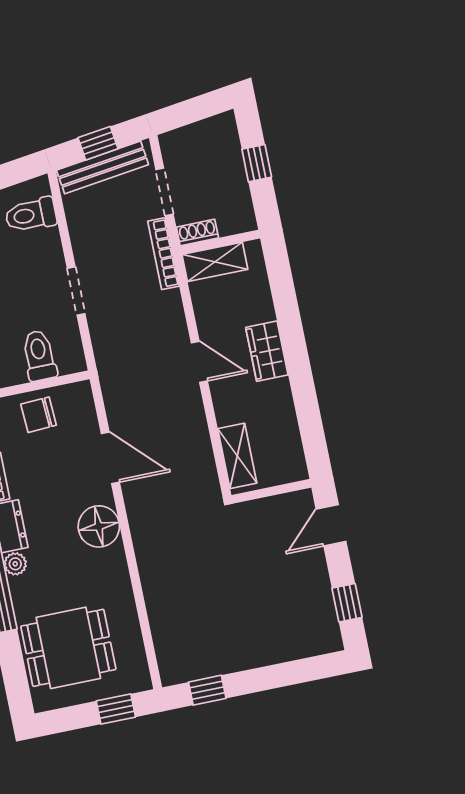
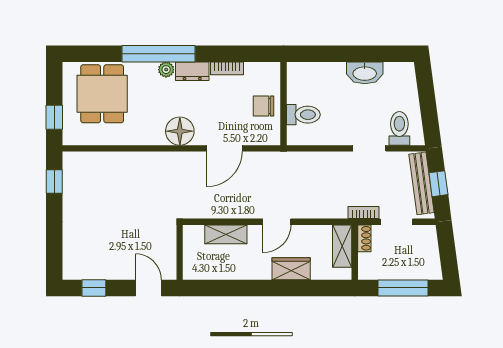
window: (257, 163) -> (403, 288), width x2.17
bookcase: (163, 254) -> (364, 213), width x0.64
doorway: (76, 291) -> (369, 148), moved
wardrobe: (267, 351) -> (291, 269), moved
chair: (39, 415) -> (264, 106), turned -87
shelving: (237, 456) -> (226, 234), moved

